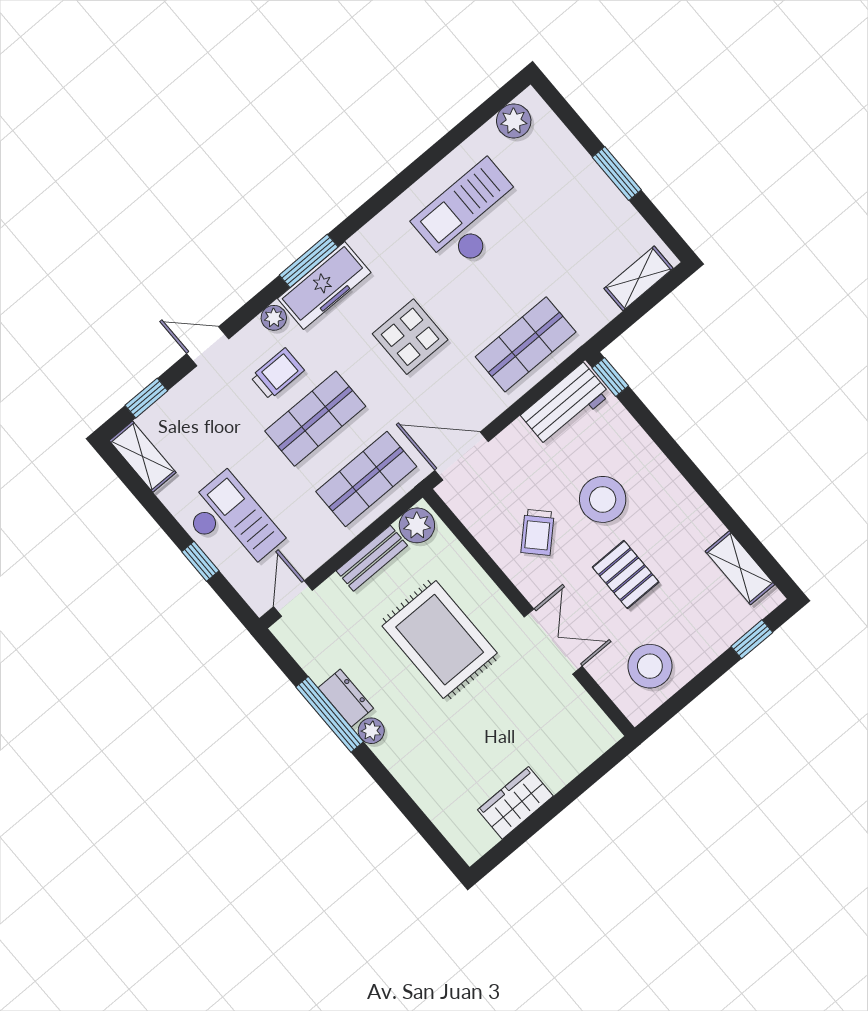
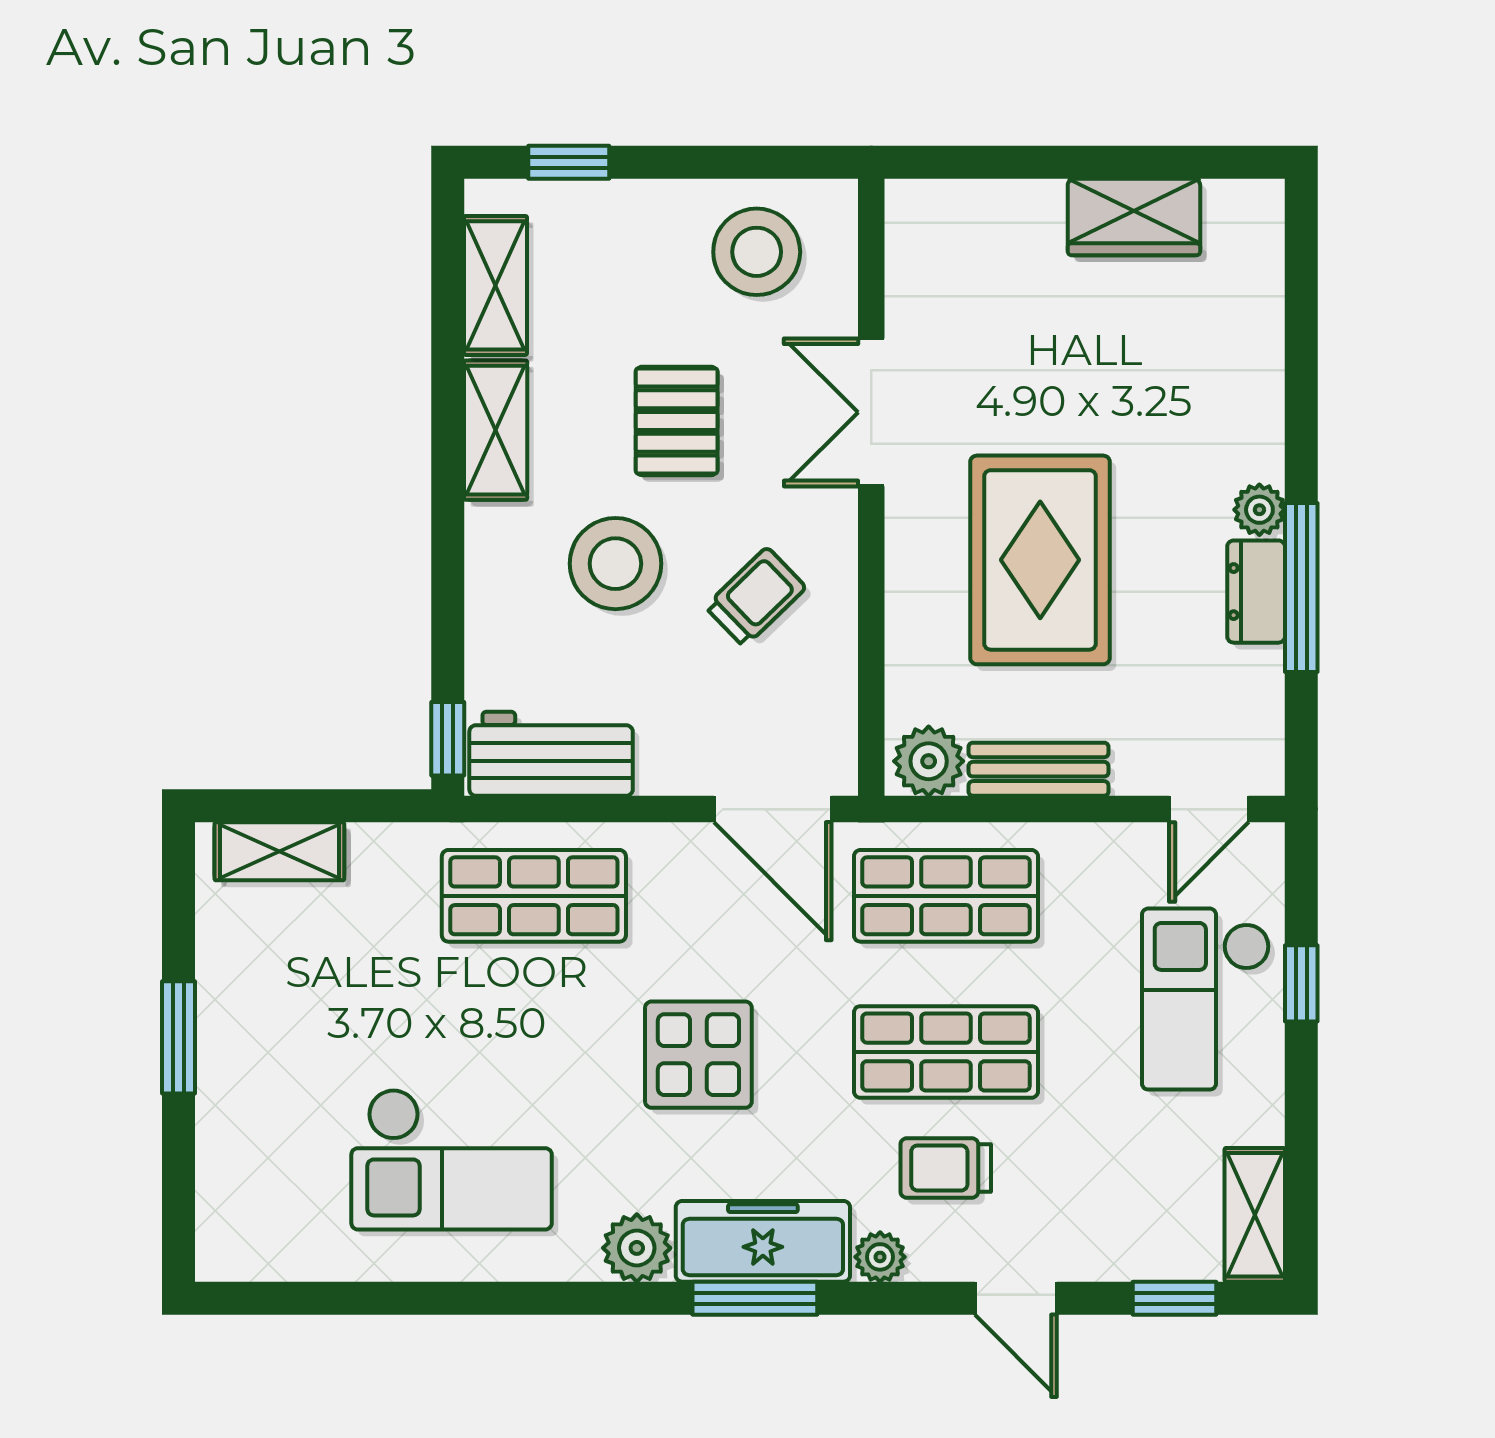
plant: (514, 121) -> (637, 1248), moved
shelving: (693, 512) -> (496, 430), added

